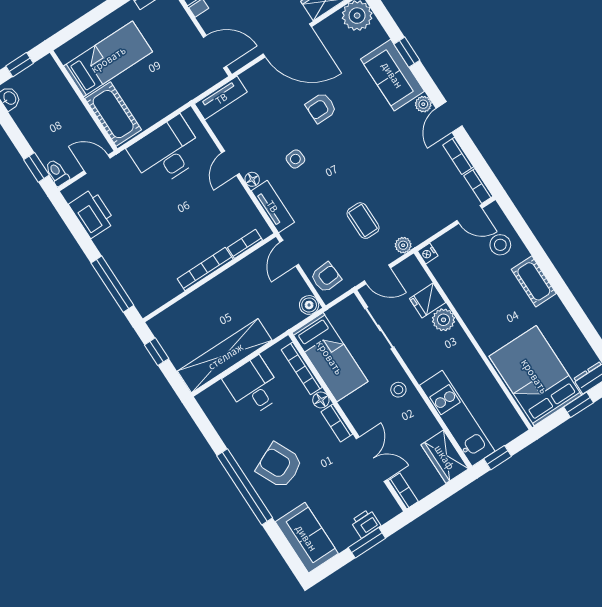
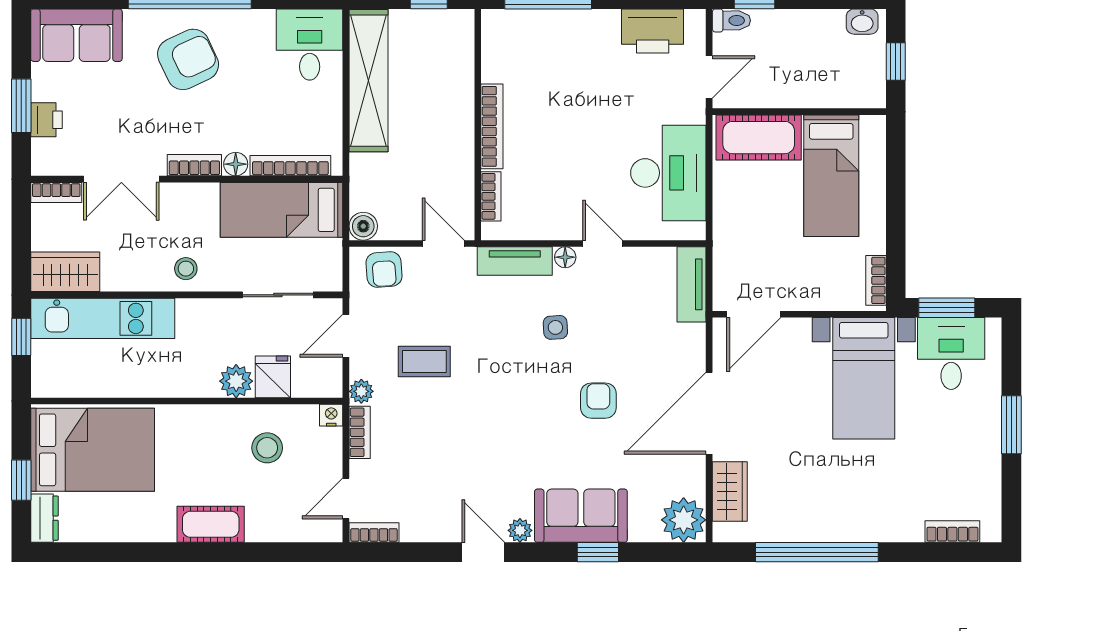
bookcase: (458, 156) -> (360, 432), moved, turned 90
stool: (500, 245) -> (267, 448), moved
desk: (253, 387) -> (310, 45), moved, turned -90

